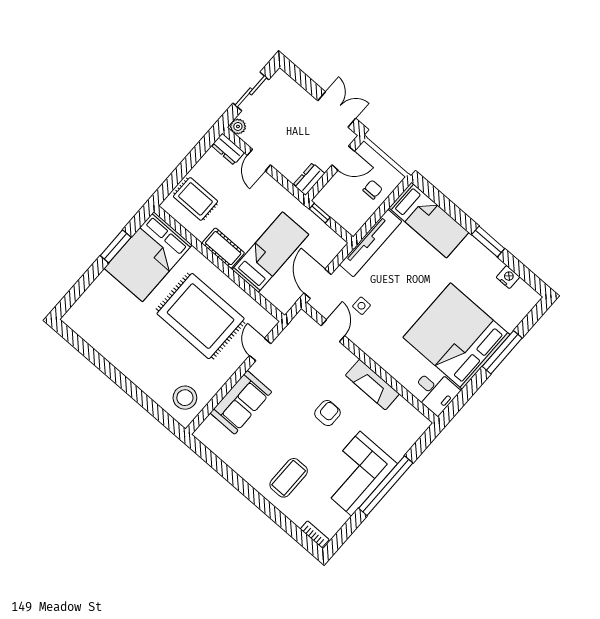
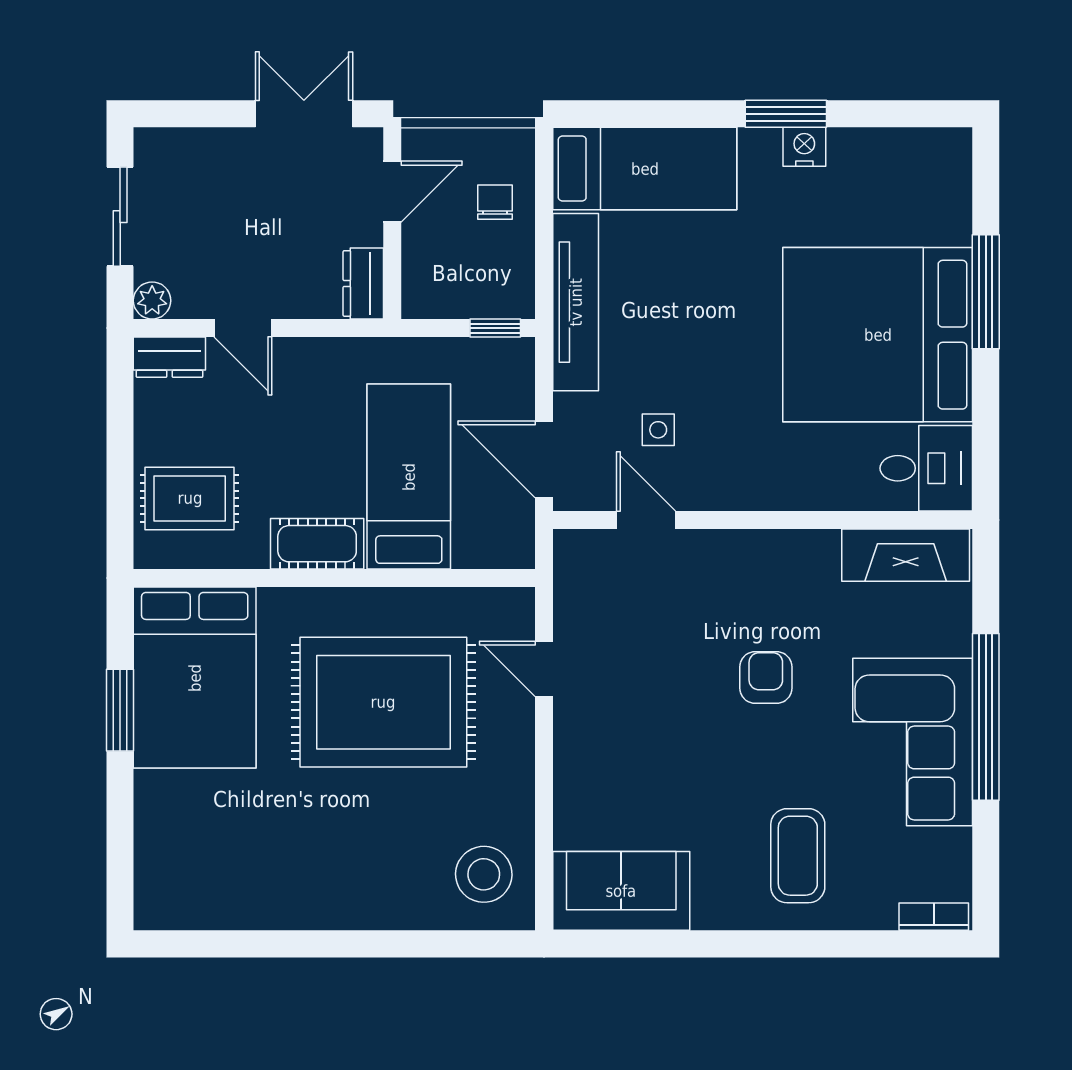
window: (320, 213) -> (495, 328), moved
nightstand: (508, 277) -> (804, 147), moved
fireplace: (372, 385) -> (906, 555), moved
sofa: (241, 402) -> (621, 891), moved, turned -90

